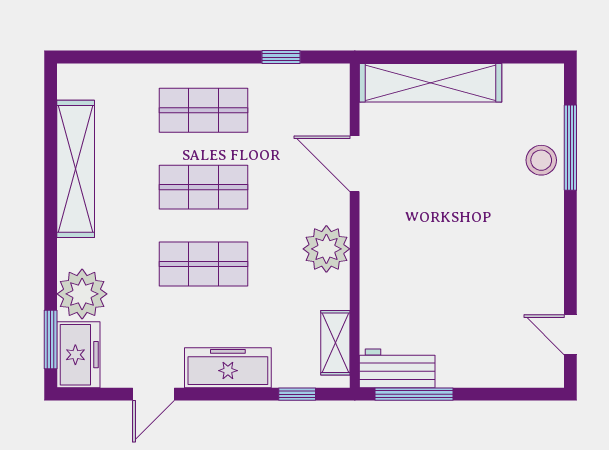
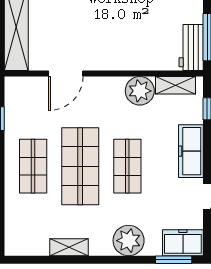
shelving: (76, 169) -> (69, 247), width x0.45, depth x0.75
shop shelf: (203, 187) -> (80, 166), width x1.43, depth x1.36
plant: (326, 249) -> (140, 91), moved
plant: (82, 294) -> (129, 241), moved

